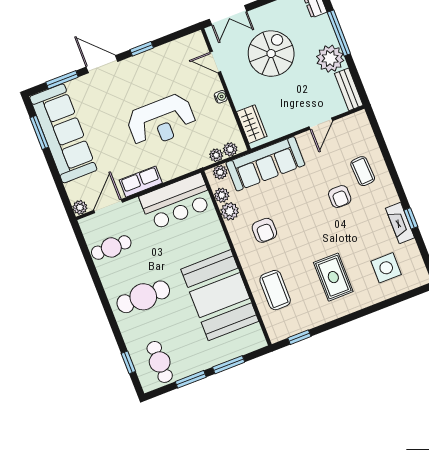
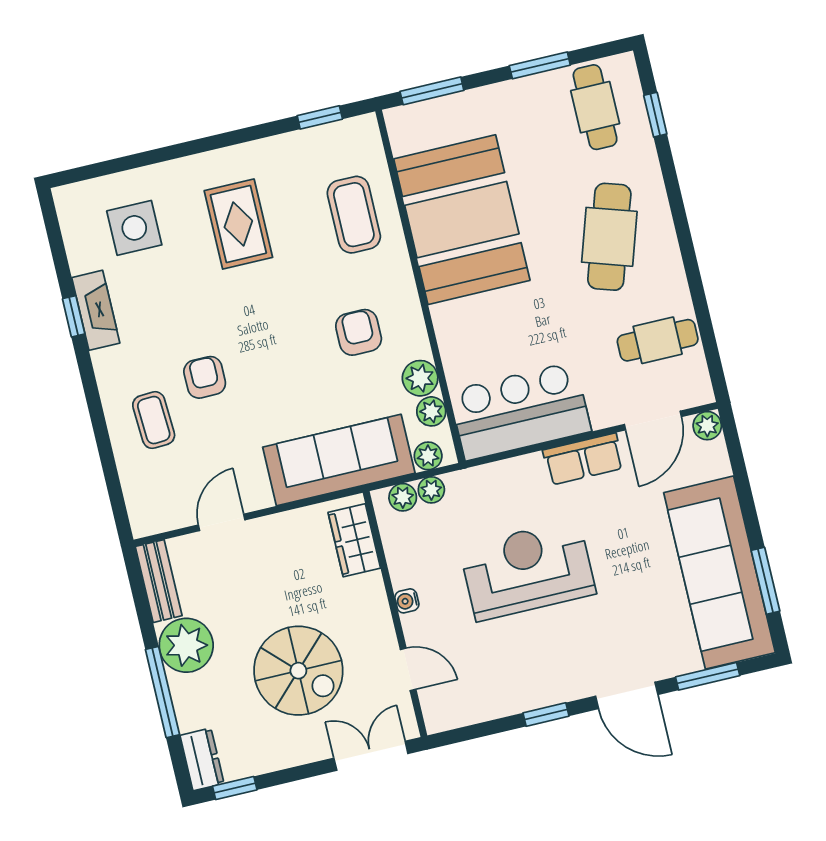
spiral stairs: (271, 54) -> (298, 671), turned -90
cafe table: (143, 297) -> (609, 237), turned -72
window: (229, 365) -> (432, 91), moved

